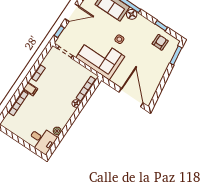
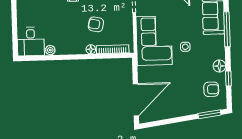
floor lamp: (132, 14) -> (219, 66), moved
armchair: (62, 88) -> (96, 24), added

